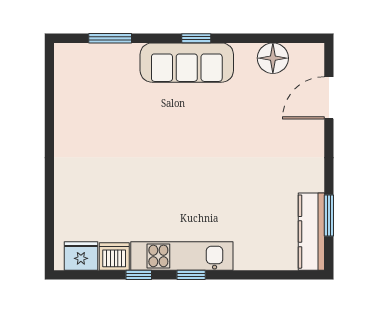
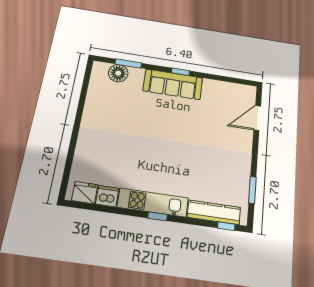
floor lamp: (273, 58) -> (118, 73), moved
kitchen counter: (311, 232) -> (214, 212), moved, turned 90
window: (139, 275) -> (226, 226), moved

